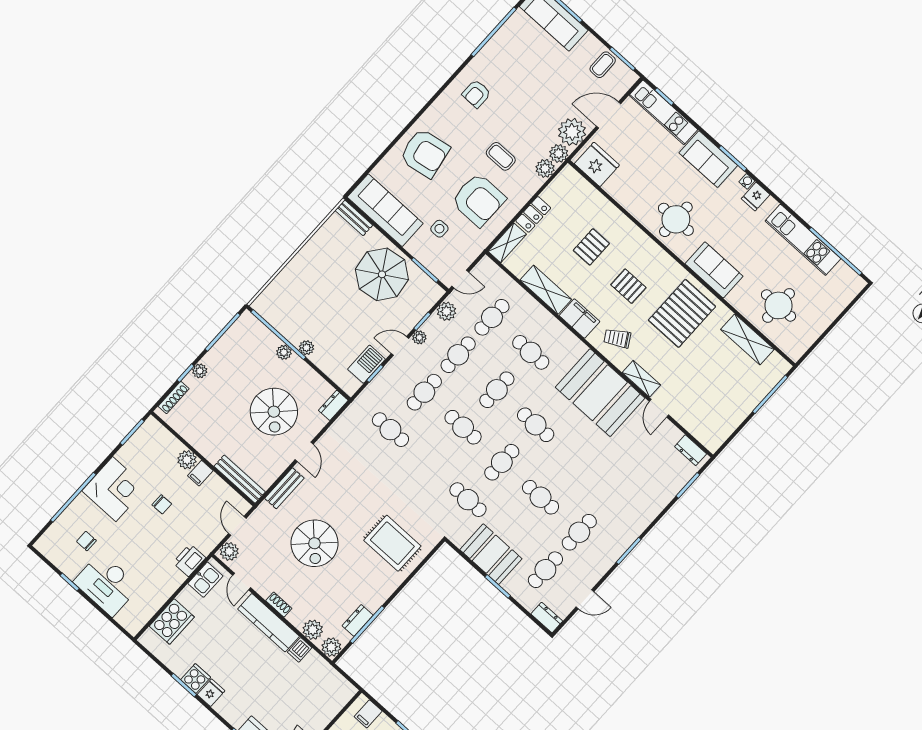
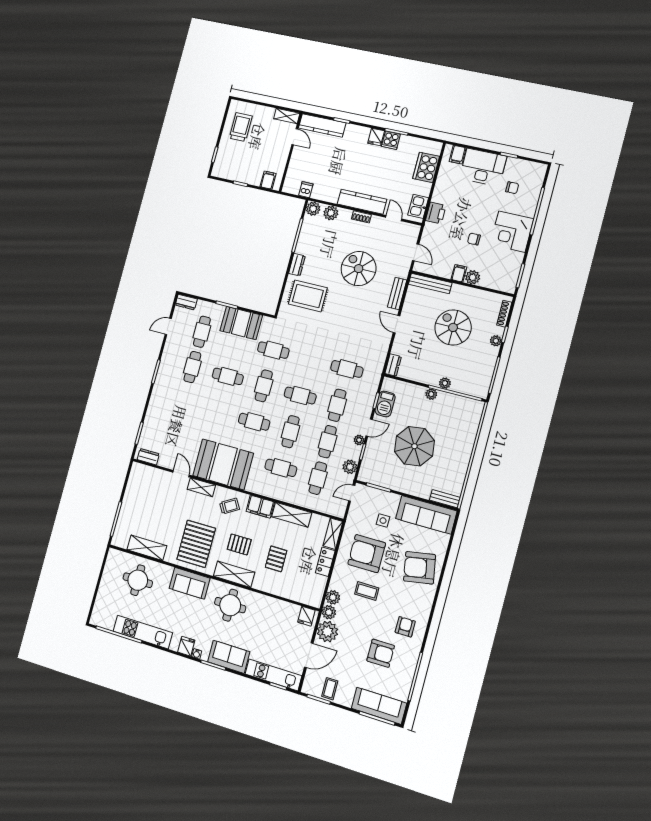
armchair: (521, 77) -> (381, 653), added
fridge: (597, 164) -> (306, 616), width x0.53, depth x0.75
shelving: (653, 254) -> (234, 574), added
parasol: (382, 274) -> (414, 446), moved
spiral stairs: (274, 412) -> (453, 327), moved
plant: (229, 551) -> (412, 233), removed
filing cabinet: (127, 616) -> (458, 155), added
dresser: (358, 620) -> (297, 265), moved
dishwasher: (300, 650) -> (306, 190), moved

